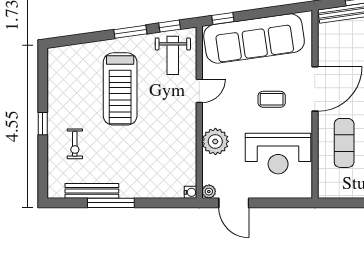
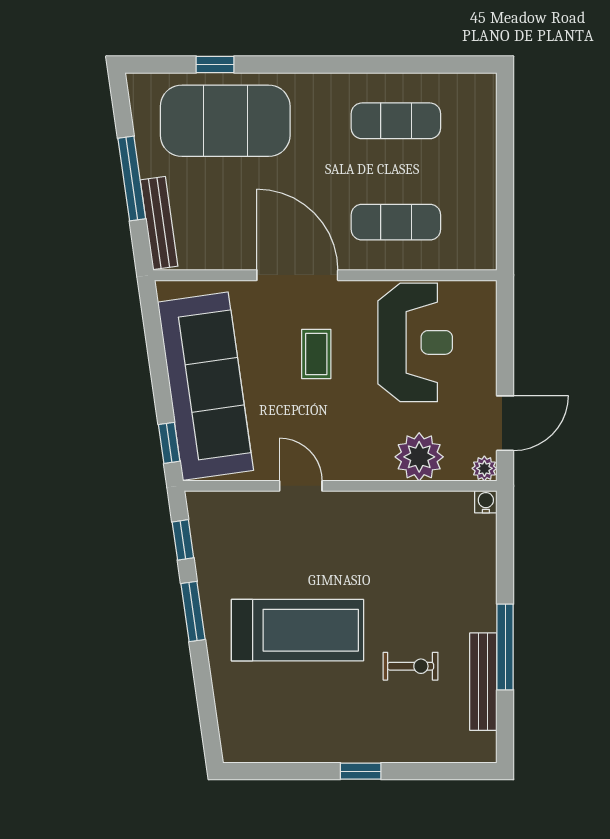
weight bench: (173, 55) -> (236, 534), removed
plant: (215, 141) -> (419, 457), moved
exercise bike: (75, 144) -> (411, 666), moved

